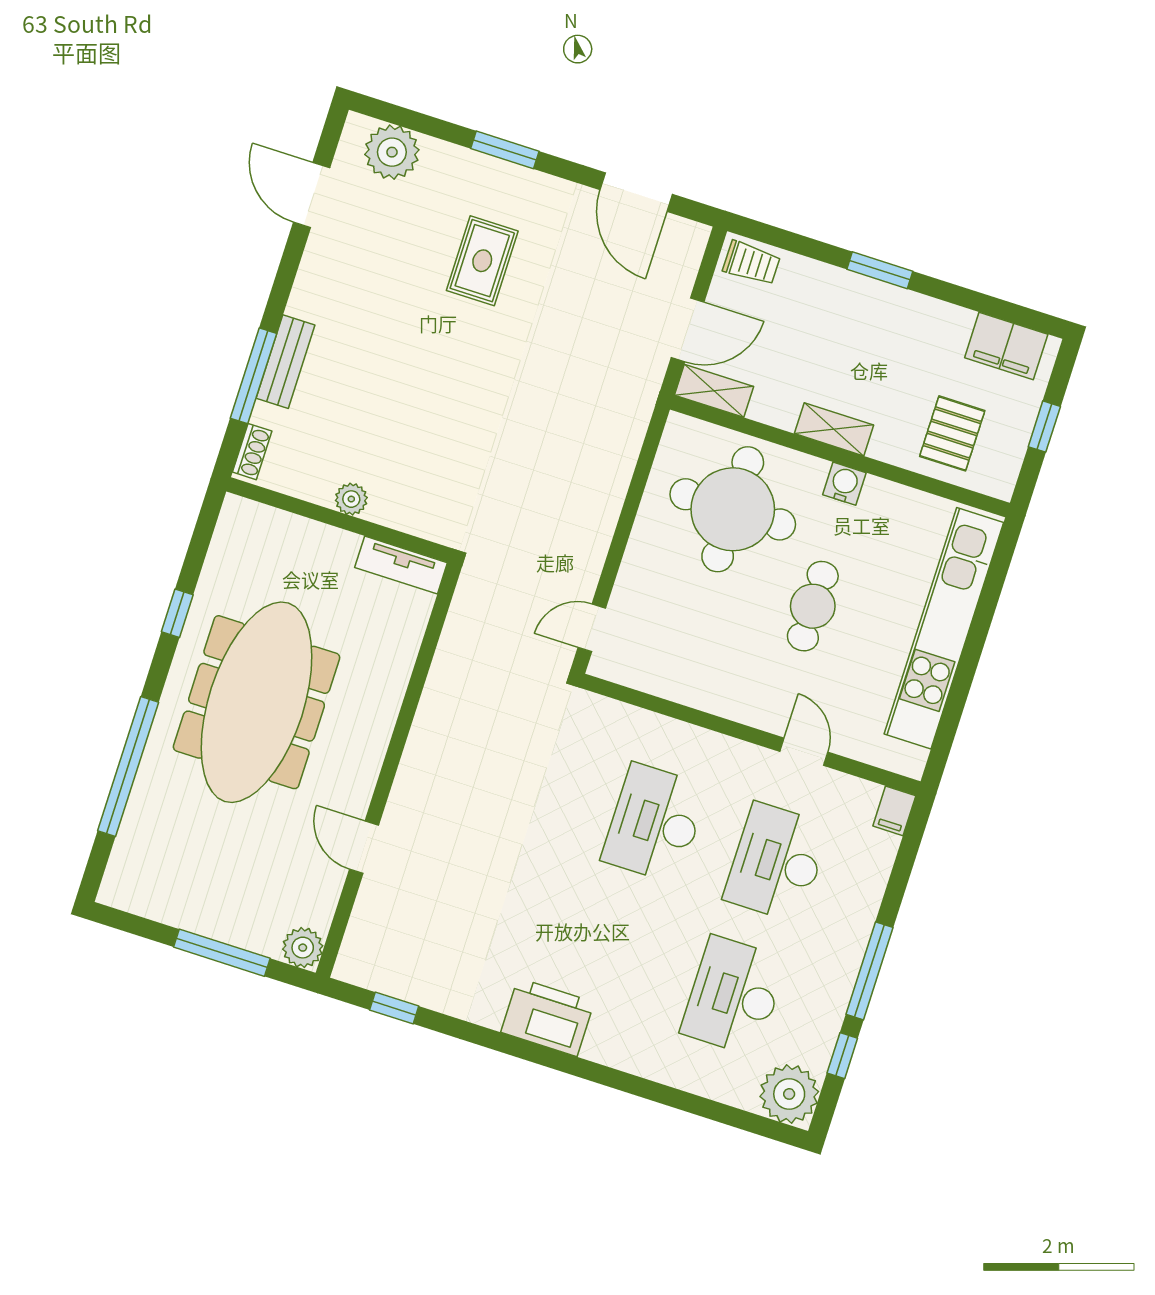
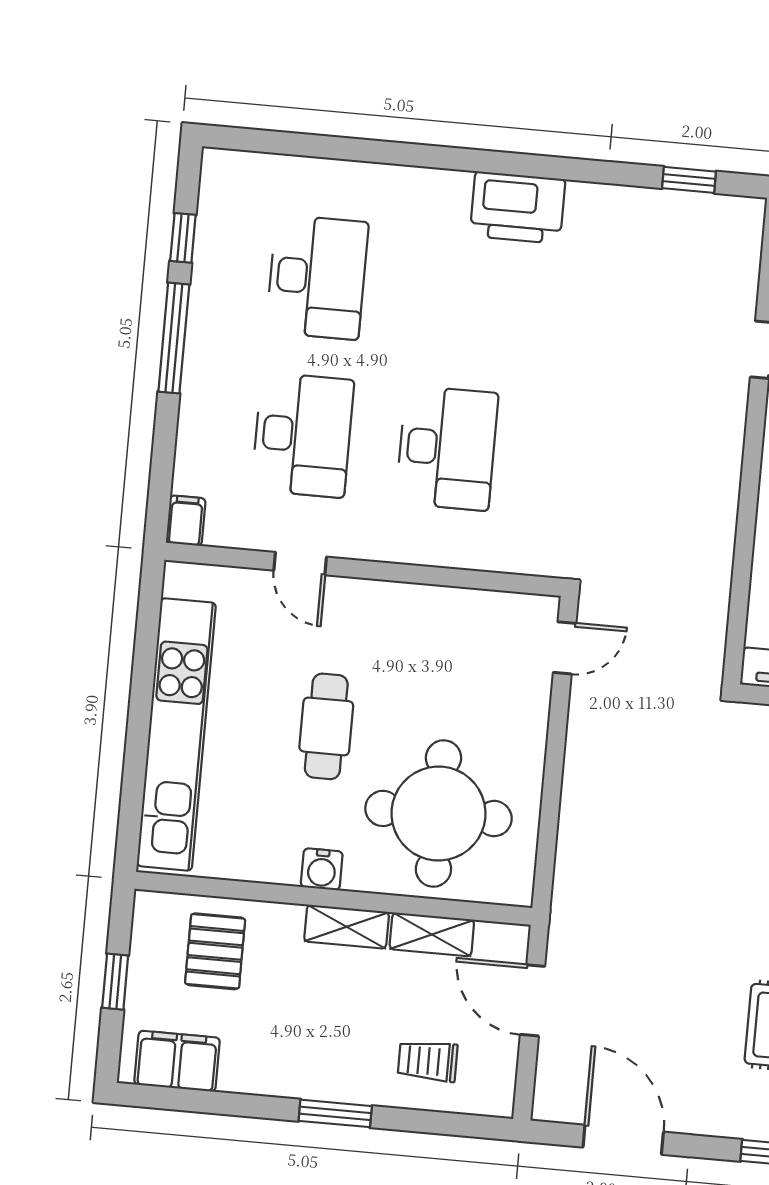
trolley: (751, 263) -> (428, 1061), moved
door: (688, 330) -> (533, 1000), hinge flipped
shelving: (714, 391) -> (432, 934), moved
plant: (789, 1094) -> (232, 182), removed

